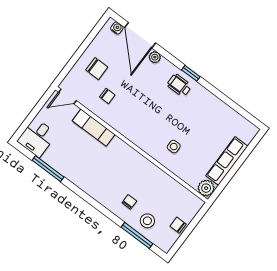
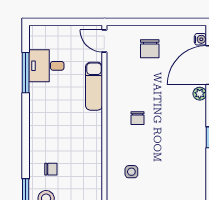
wheelchair: (179, 85) -> (191, 135), removed
chair: (107, 96) -> (138, 118), moved
desk: (37, 138) -> (46, 66), moved

